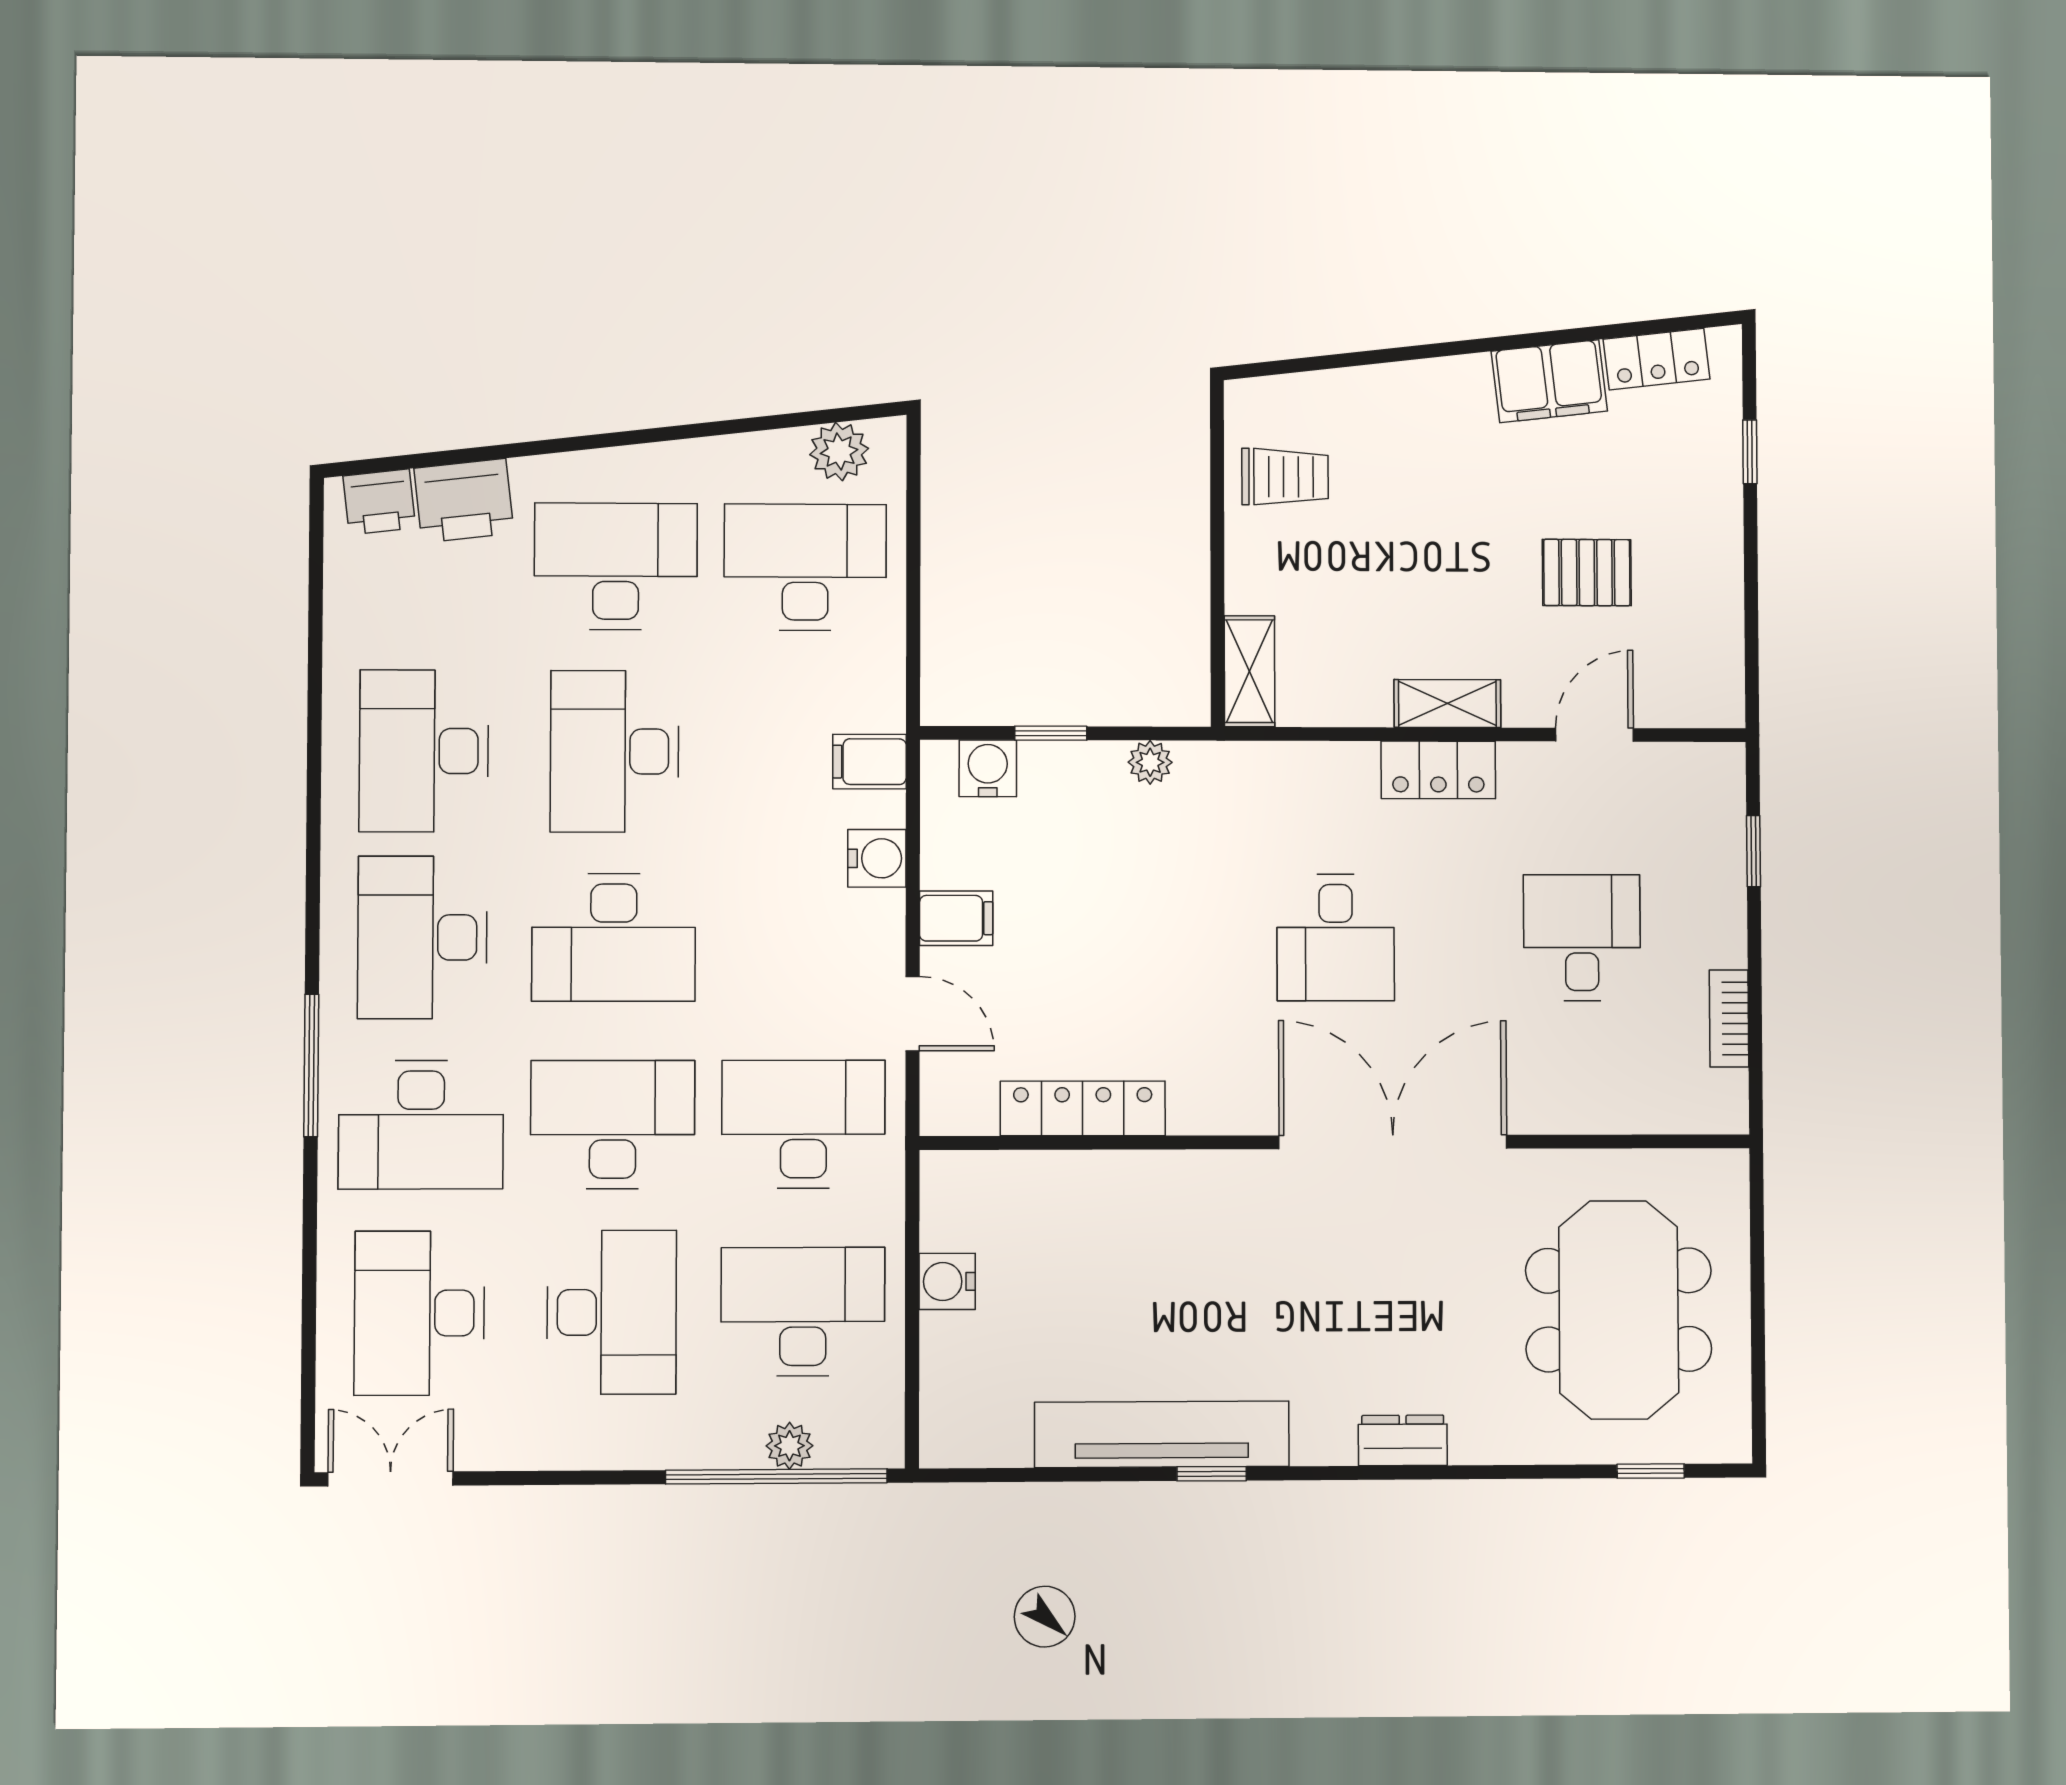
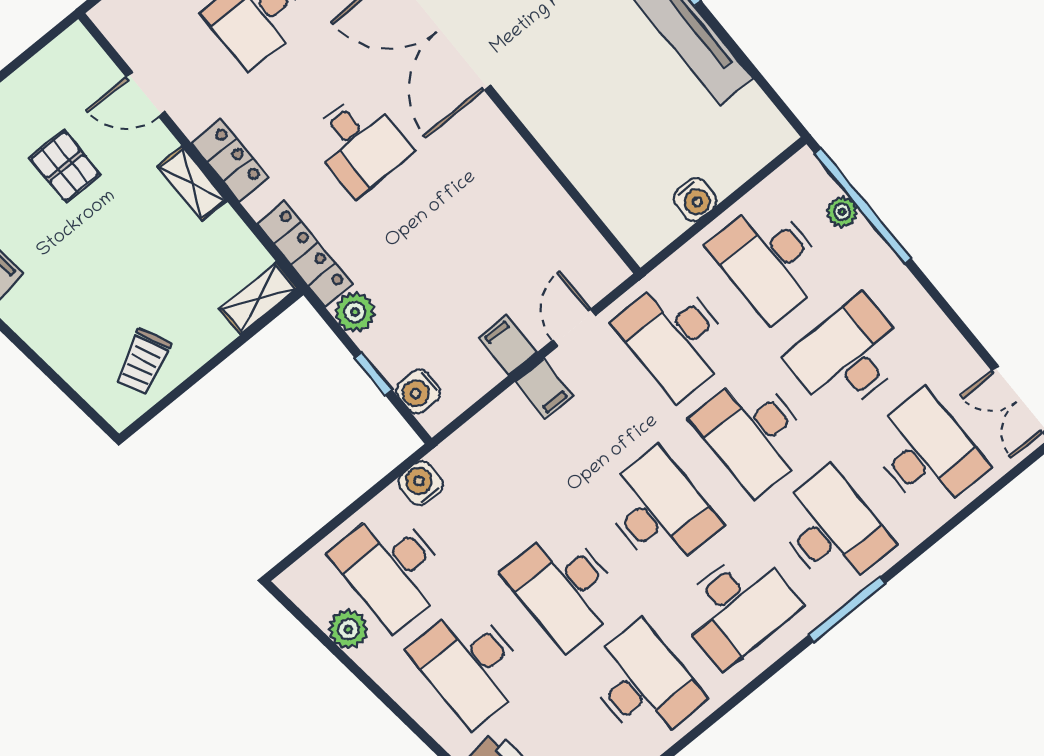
plant: (839, 452) -> (348, 629), moved
trolley: (1285, 477) -> (143, 362), turned -116
desk: (424, 751) -> (643, 684), turned -90
desk: (615, 751) -> (564, 588), turned 90
filing cabinet: (870, 762) -> (544, 389), moved
plant: (1150, 762) -> (355, 312), width x1.38, depth x1.38
water cooler: (877, 858) -> (421, 483), moved
desk: (1336, 938) -> (359, 143), turned 90
locker: (1083, 1108) -> (305, 254), moved, turned 180
desk: (419, 1313) -> (926, 453), turned -90

